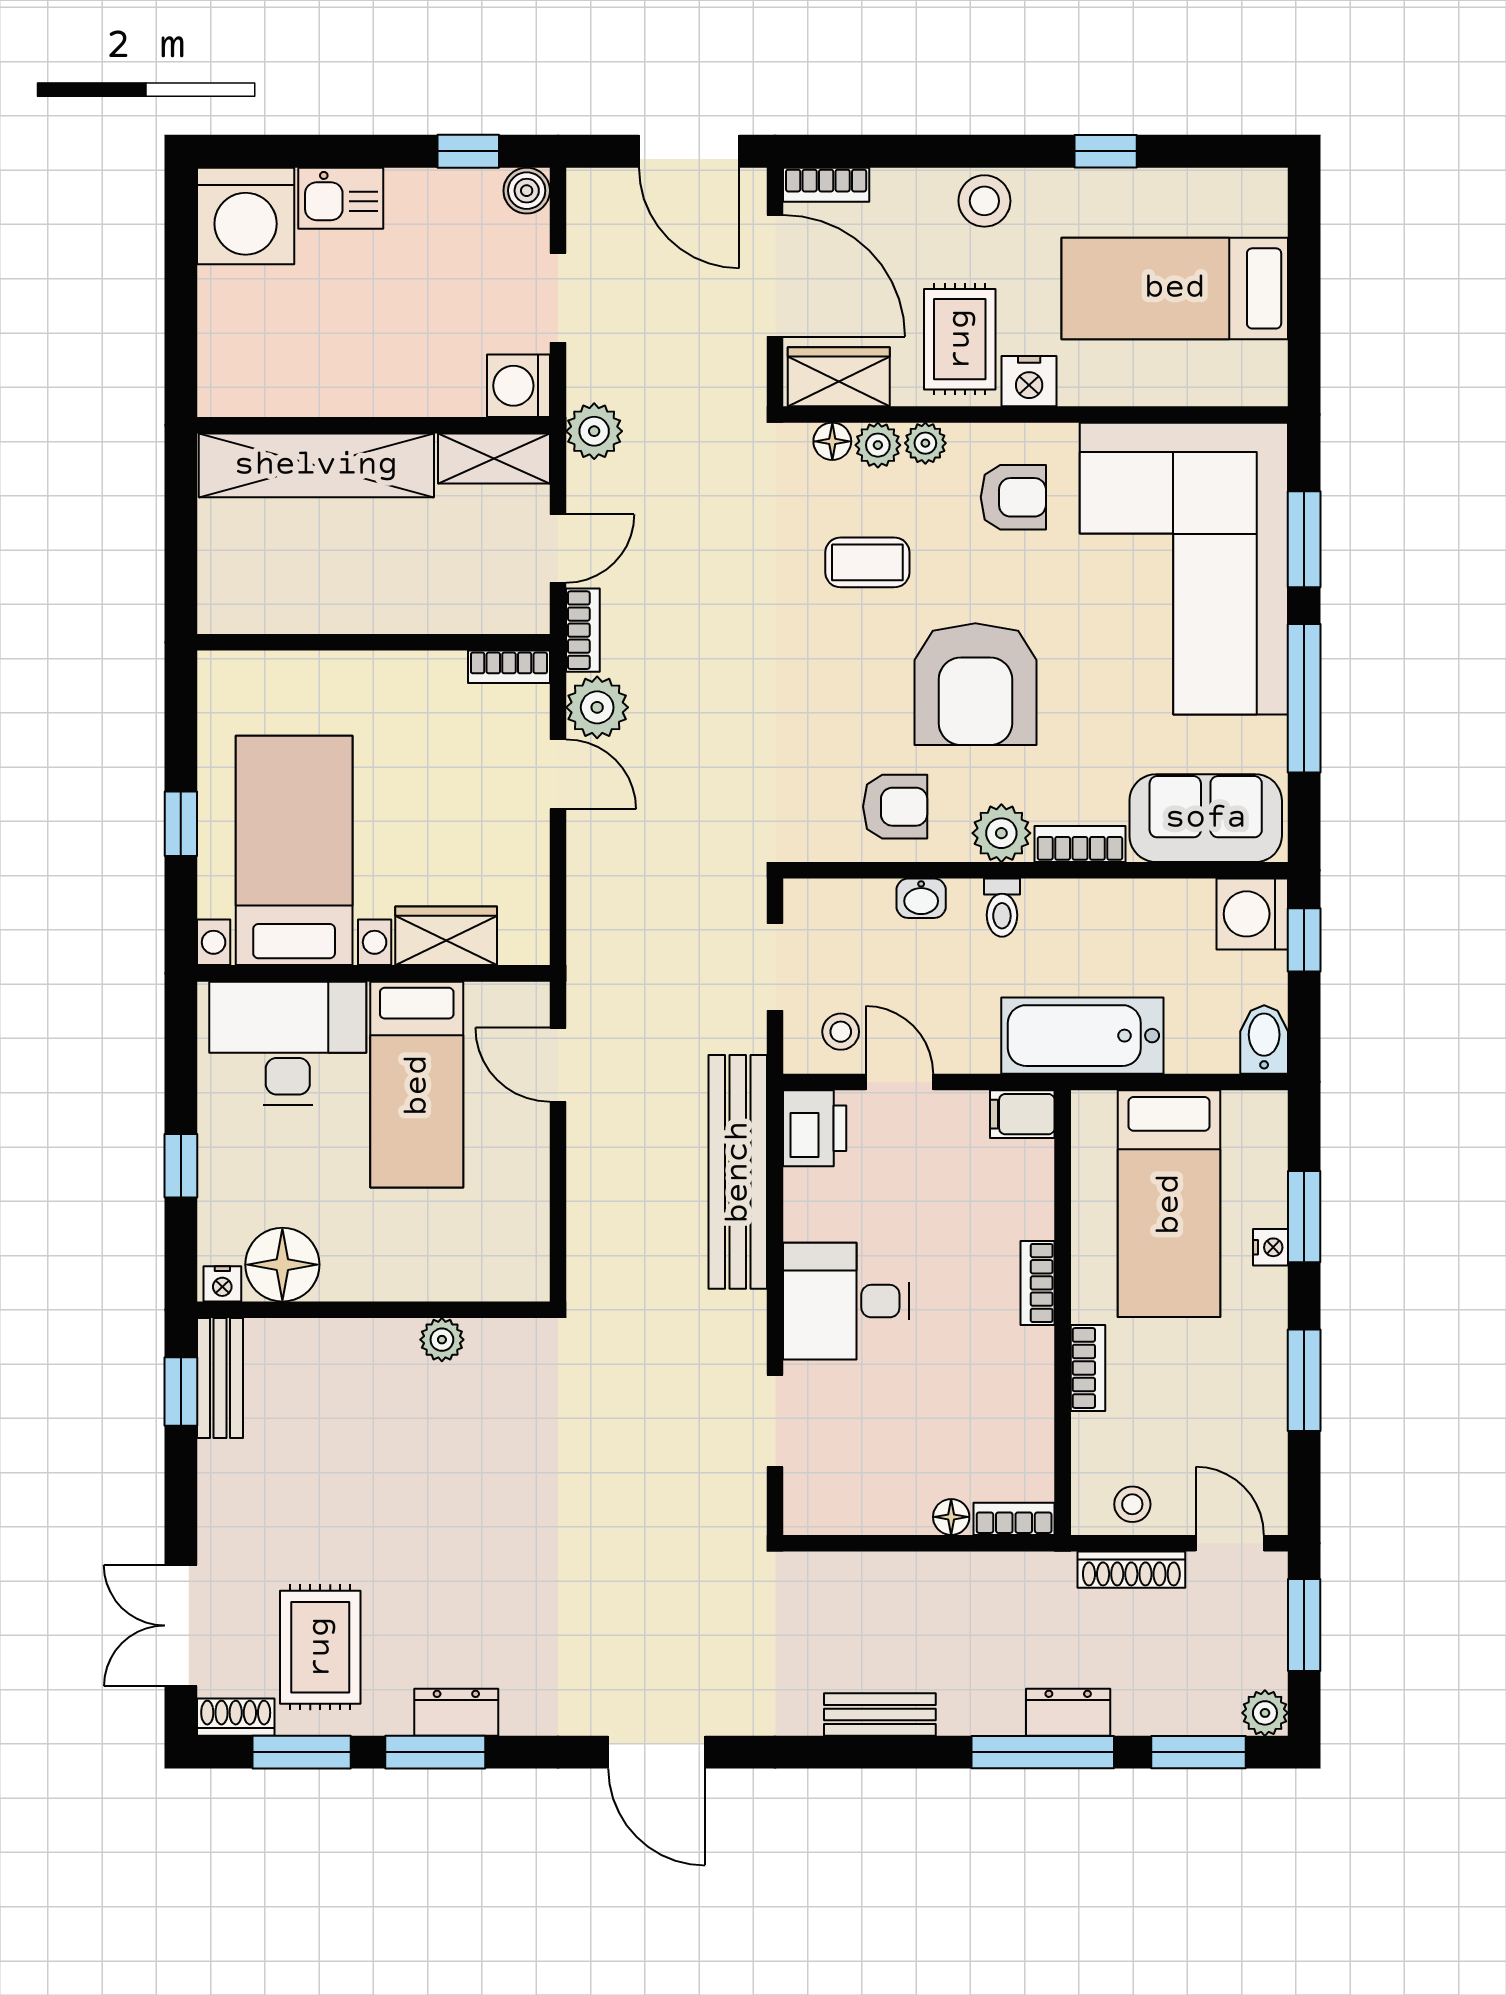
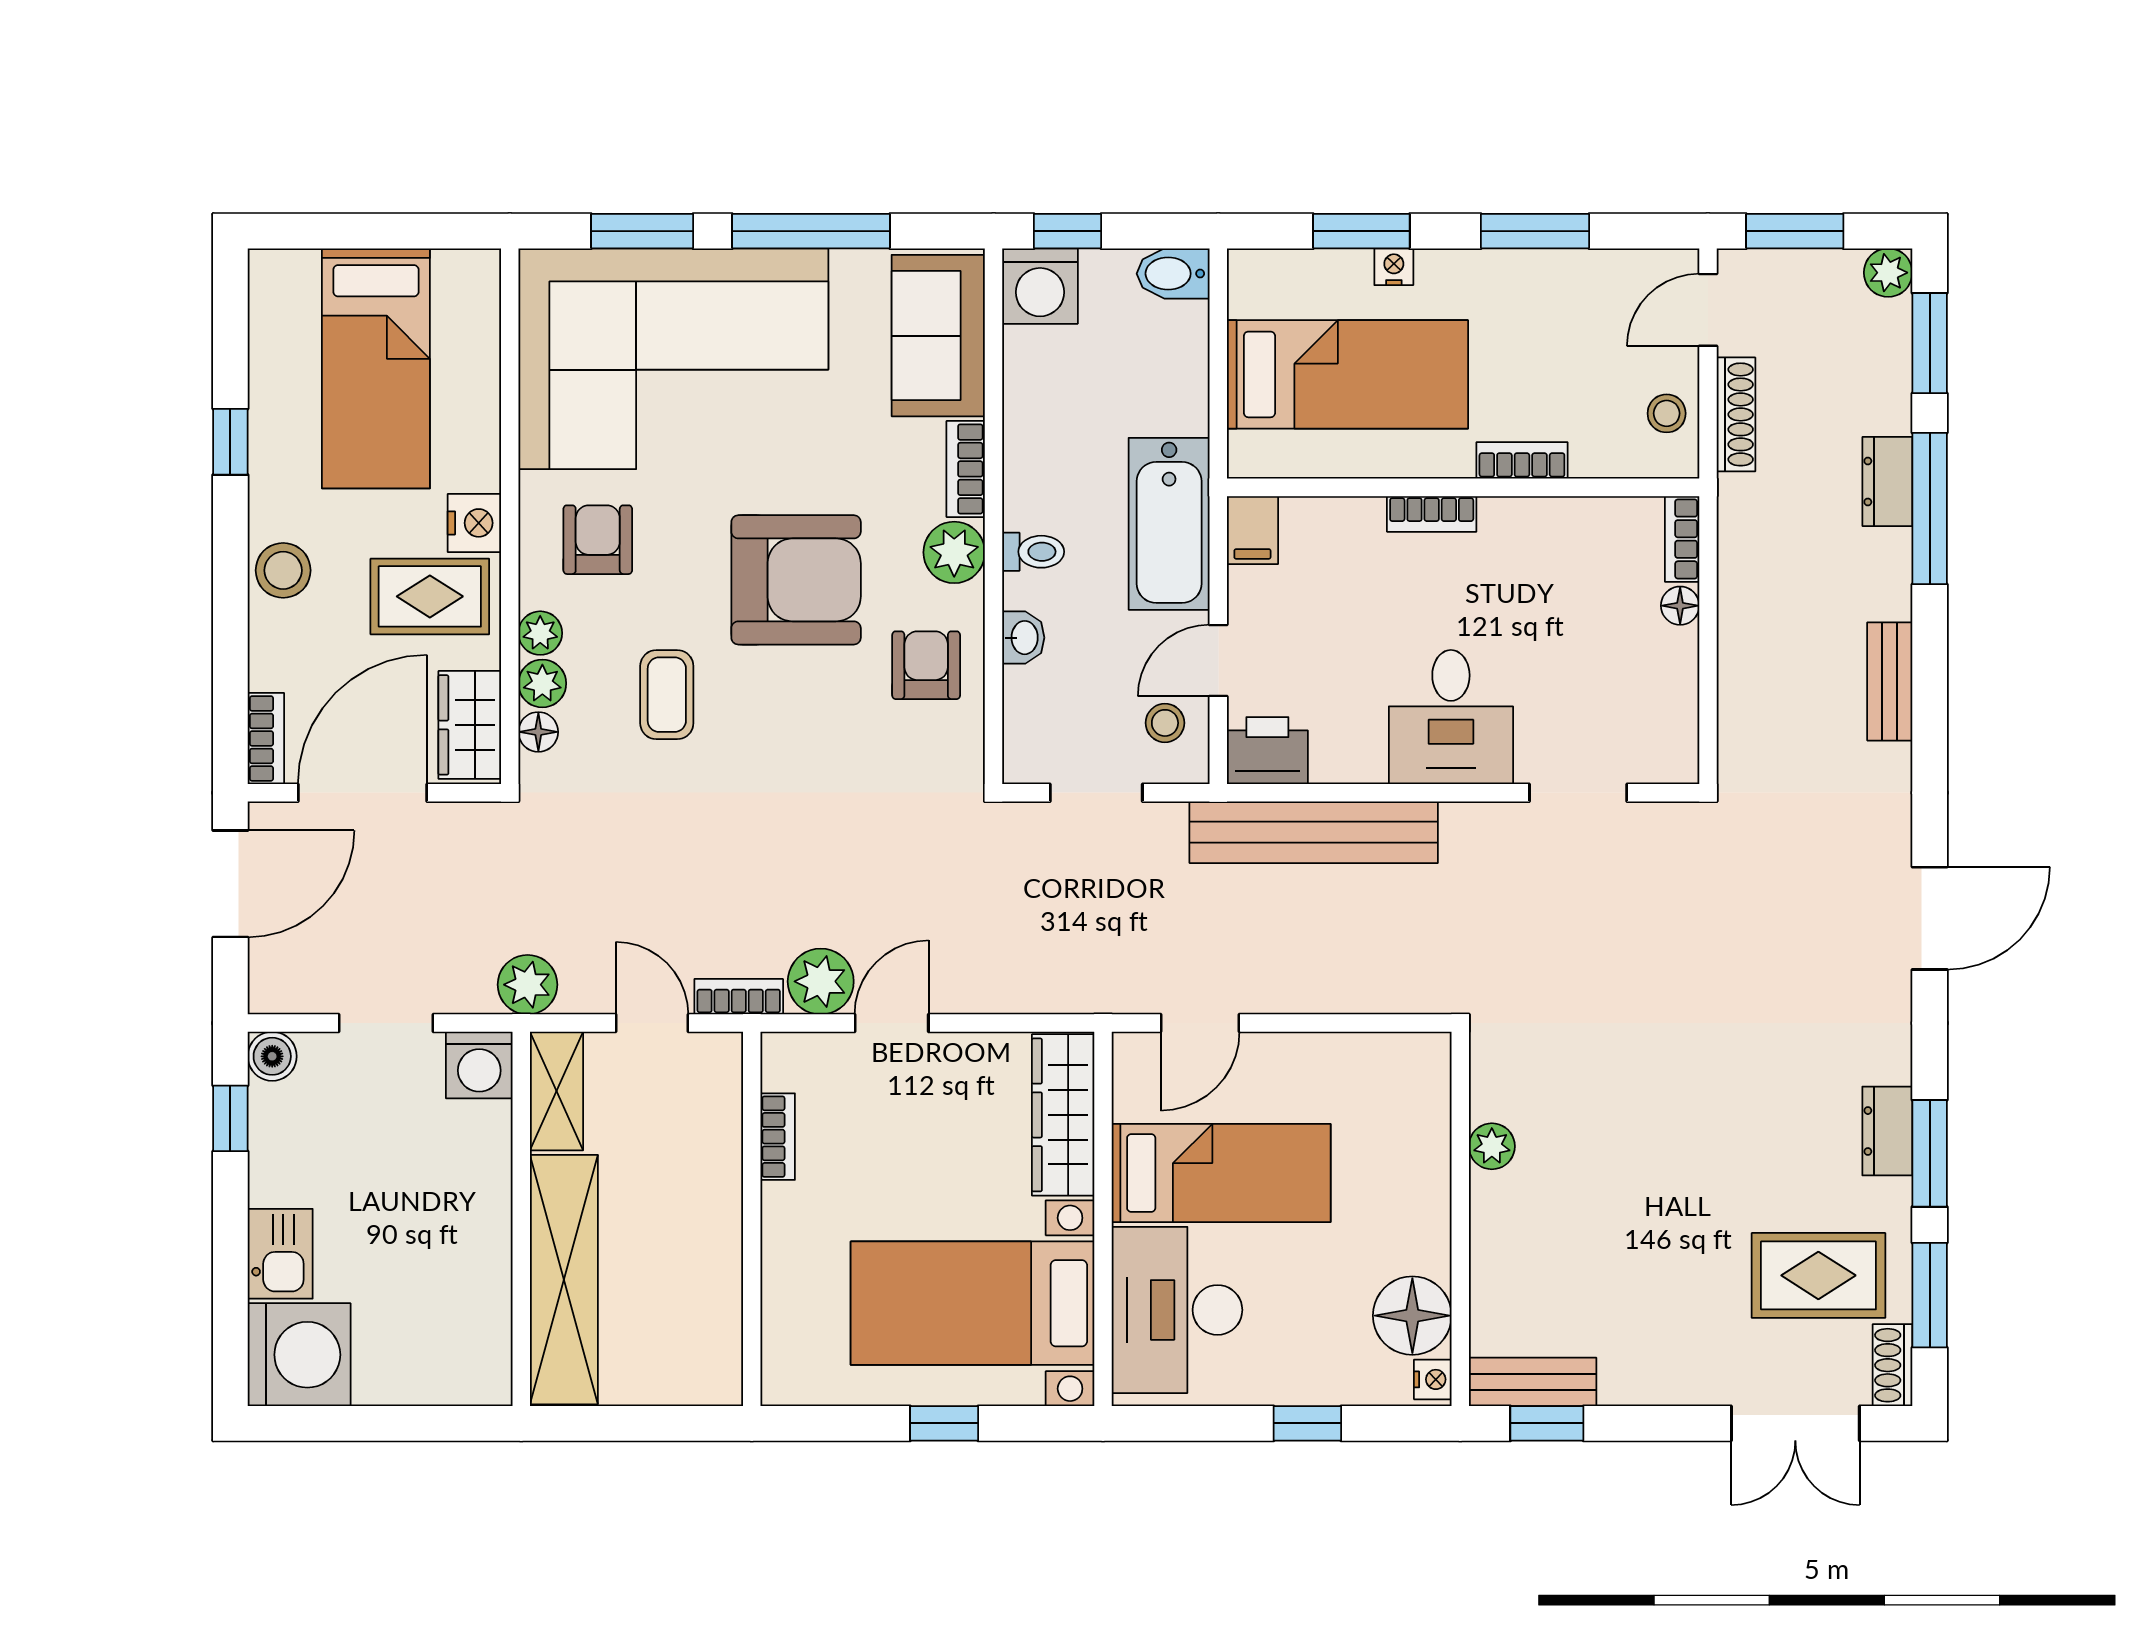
bookcase: (509, 667) -> (778, 1137), moved
wardrobe: (446, 936) -> (1063, 1115), width x1.50
bathtub: (1082, 1036) -> (1169, 524), moved

